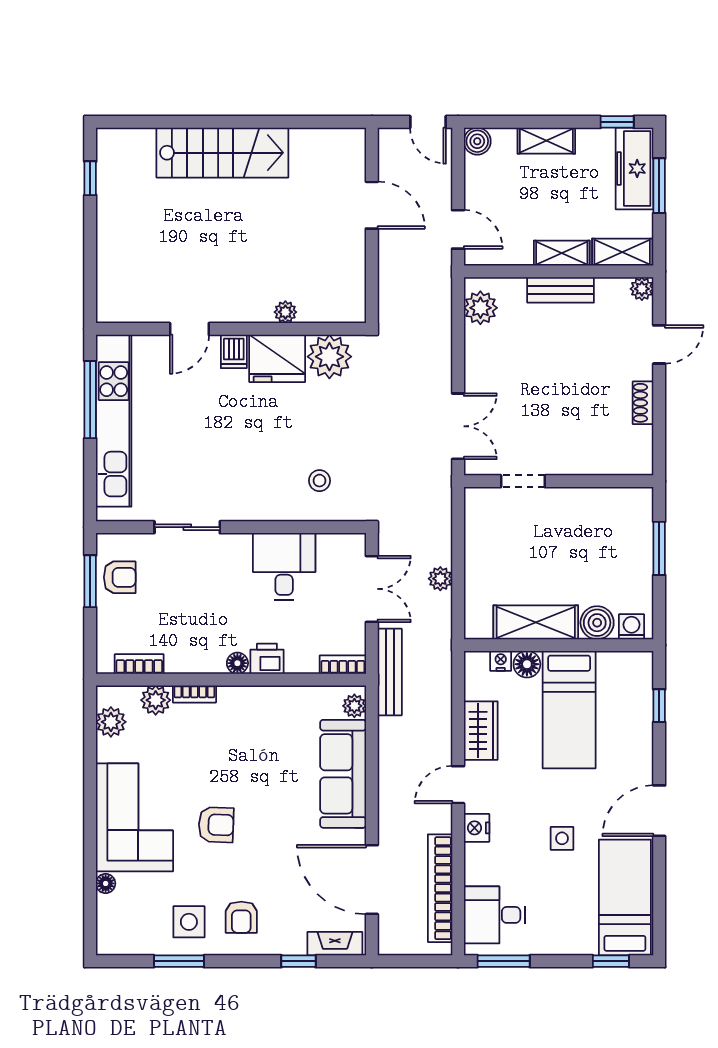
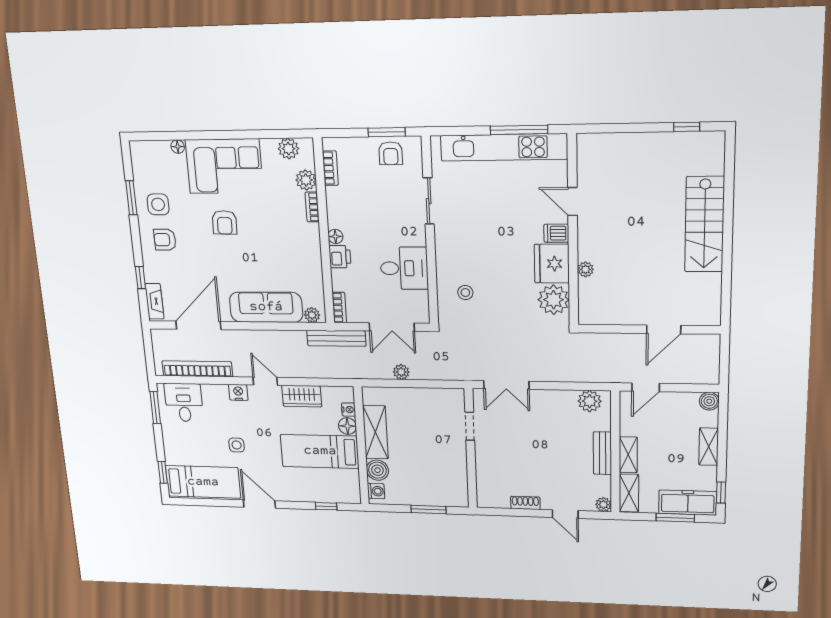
door: (428, 122) -> (724, 368), removed

